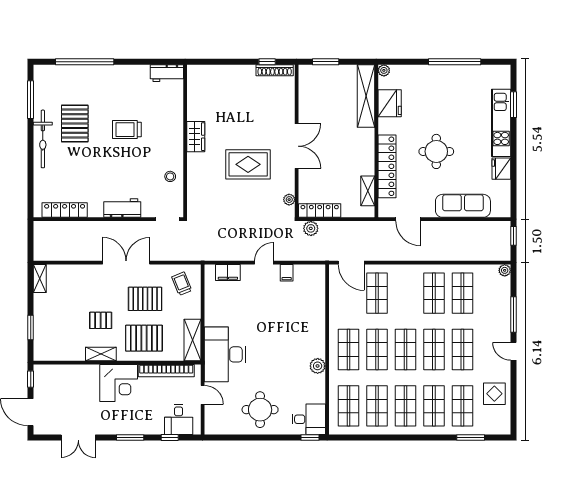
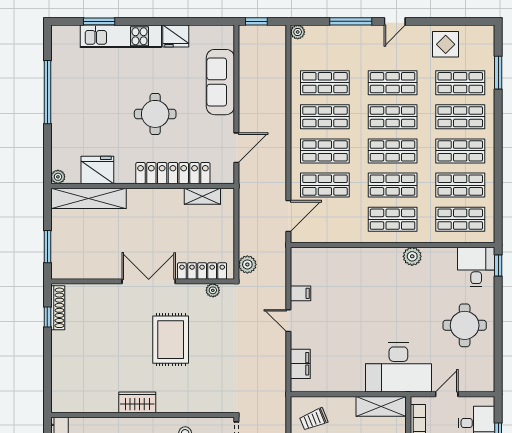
locker: (320, 211) -> (202, 271), moved, turned 90
shop shelf: (405, 293) -> (325, 151), added

